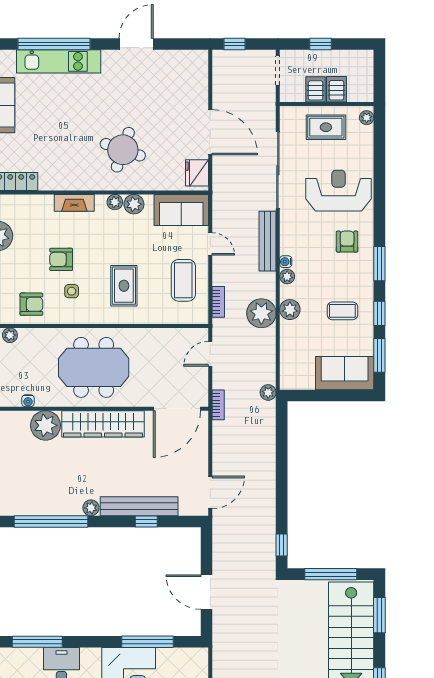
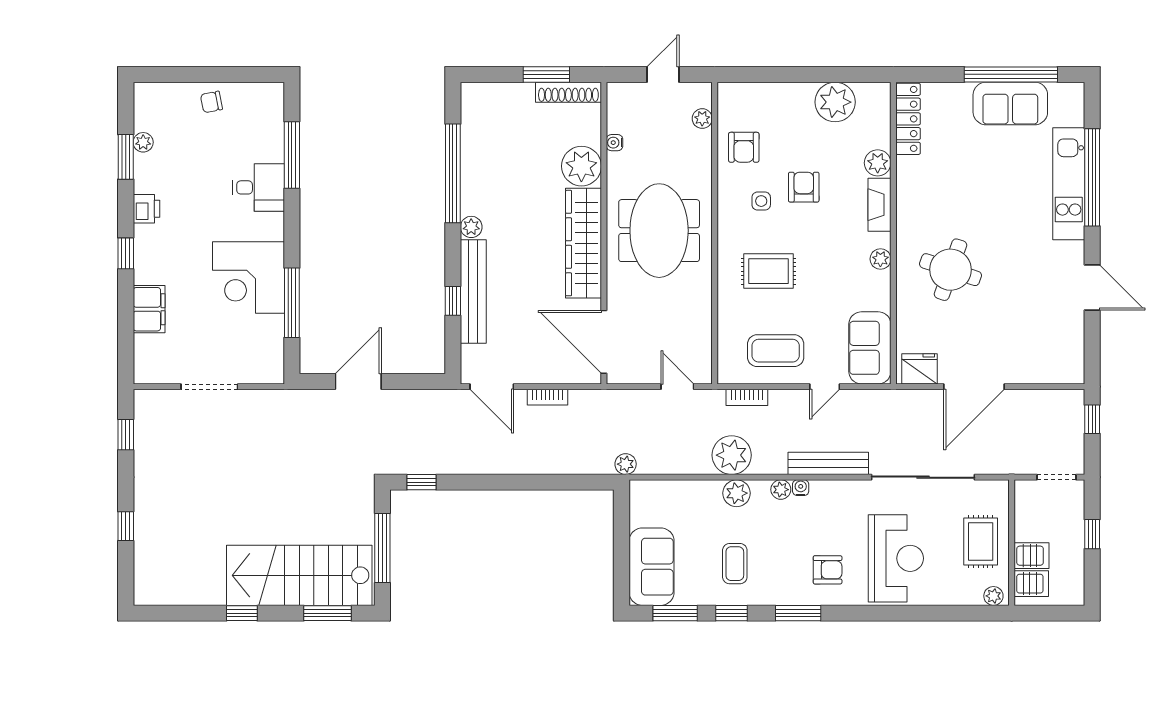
server rack: (316, 89) -> (1031, 584), moved
plant: (134, 204) -> (878, 163), moved
bookcase: (218, 405) -> (548, 397), moved

